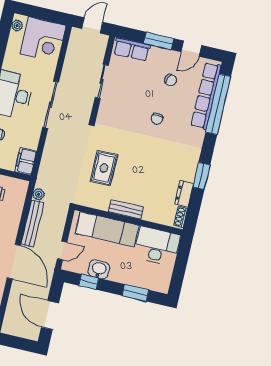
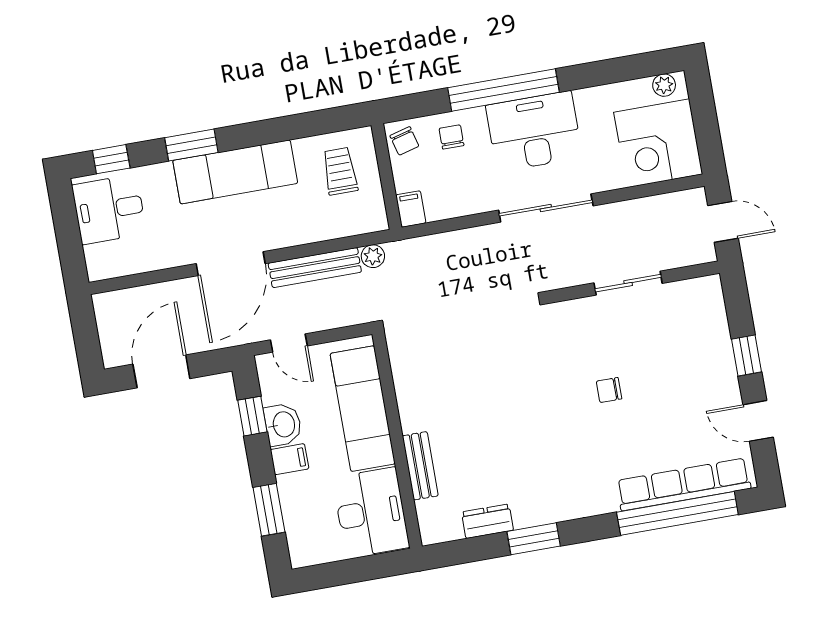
window: (159, 41) -> (747, 355), width x0.67
row of seats: (132, 49) -> (710, 313), removed
chair: (171, 80) -> (685, 408), removed
chair: (157, 119) -> (609, 390), moved
filing cabinet: (26, 161) -> (411, 209), width x0.50
rug: (104, 168) -> (472, 355), removed
bench: (126, 209) -> (420, 466), moved
shoe rack: (181, 217) -> (443, 533), removed
filing cabinet: (116, 273) -> (290, 459), added

